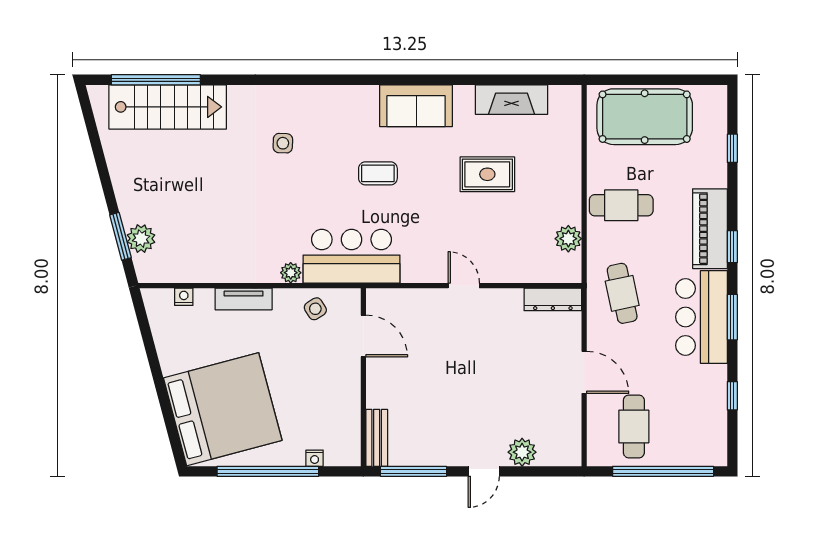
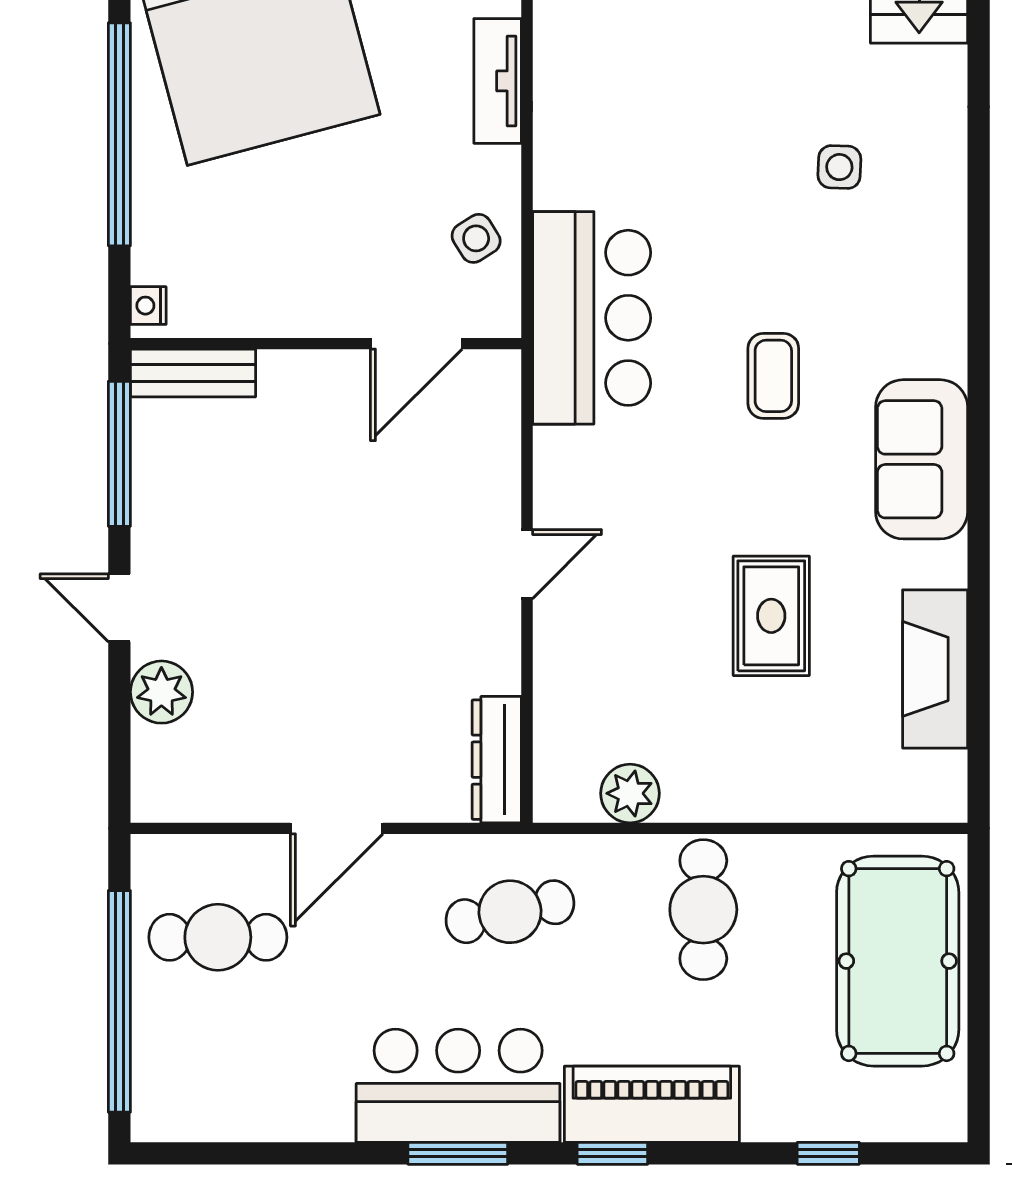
plant: (291, 273) -> (555, 184), removed
window: (732, 396) -> (285, 1153), removed
nightstand: (315, 458) -> (148, 306), moved

